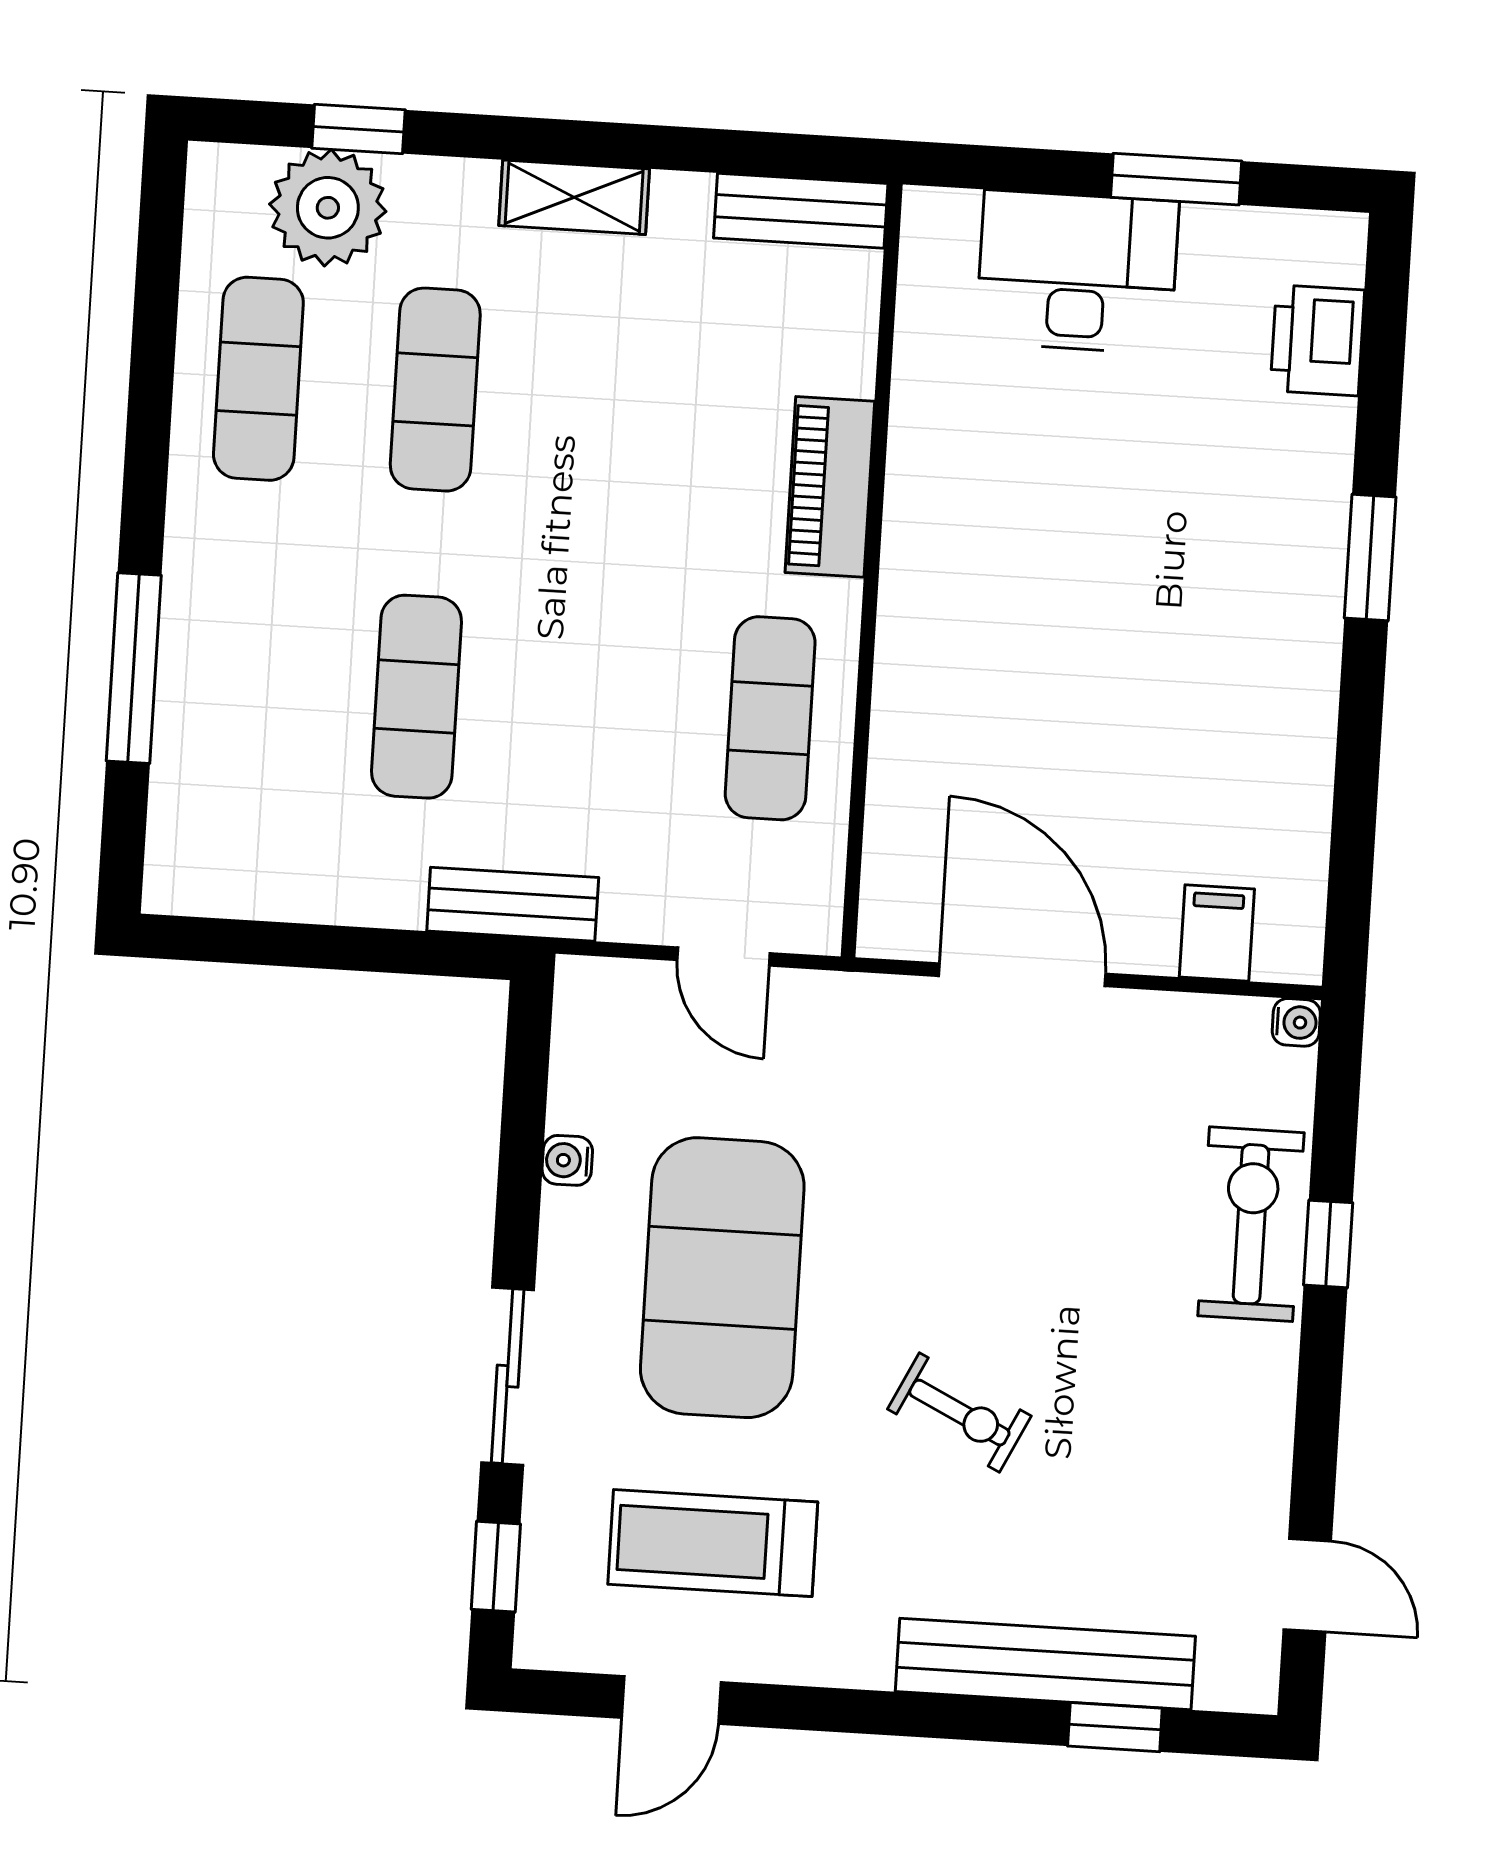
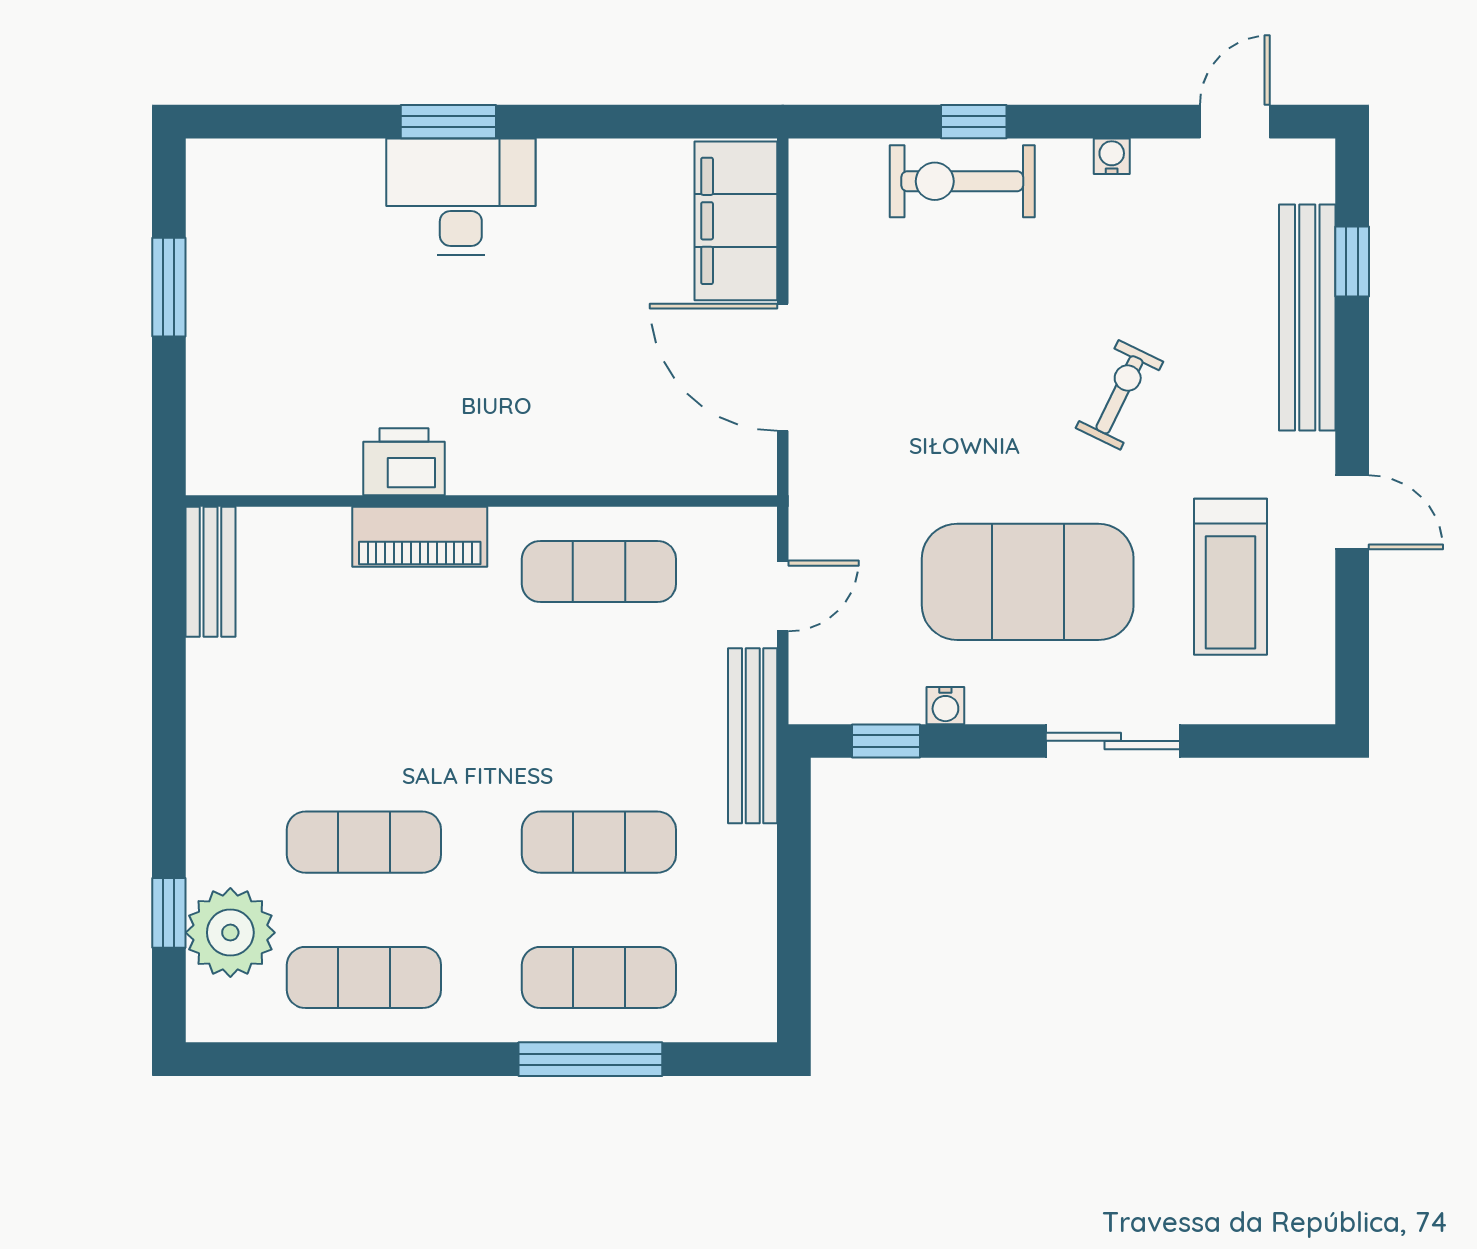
shelving: (574, 197) -> (211, 745), removed
desk: (1077, 272) -> (461, 197), moved, turned 90
printer: (1317, 340) -> (404, 462), moved, turned 180
exercise mat: (240, 686) -> (599, 977), added
bench: (513, 904) -> (753, 736), width x1.36
filing cabinet: (1217, 933) -> (736, 221), width x3.00, depth x1.17
door: (1022, 975) -> (783, 367), hinge flipped
water cooler: (1296, 1022) -> (1112, 156), moved
window: (496, 1567) -> (886, 741), moved
door: (671, 1700) -> (1352, 512), moved

